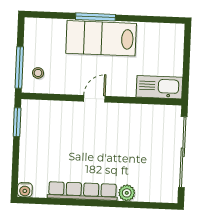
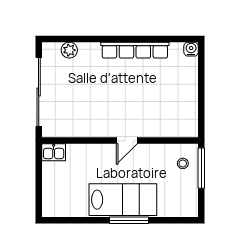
kitchen sink: (159, 87) -> (54, 152), width x0.53, depth x0.81
window: (17, 122) -> (201, 115), removed
plant: (127, 193) -> (69, 50), moved

